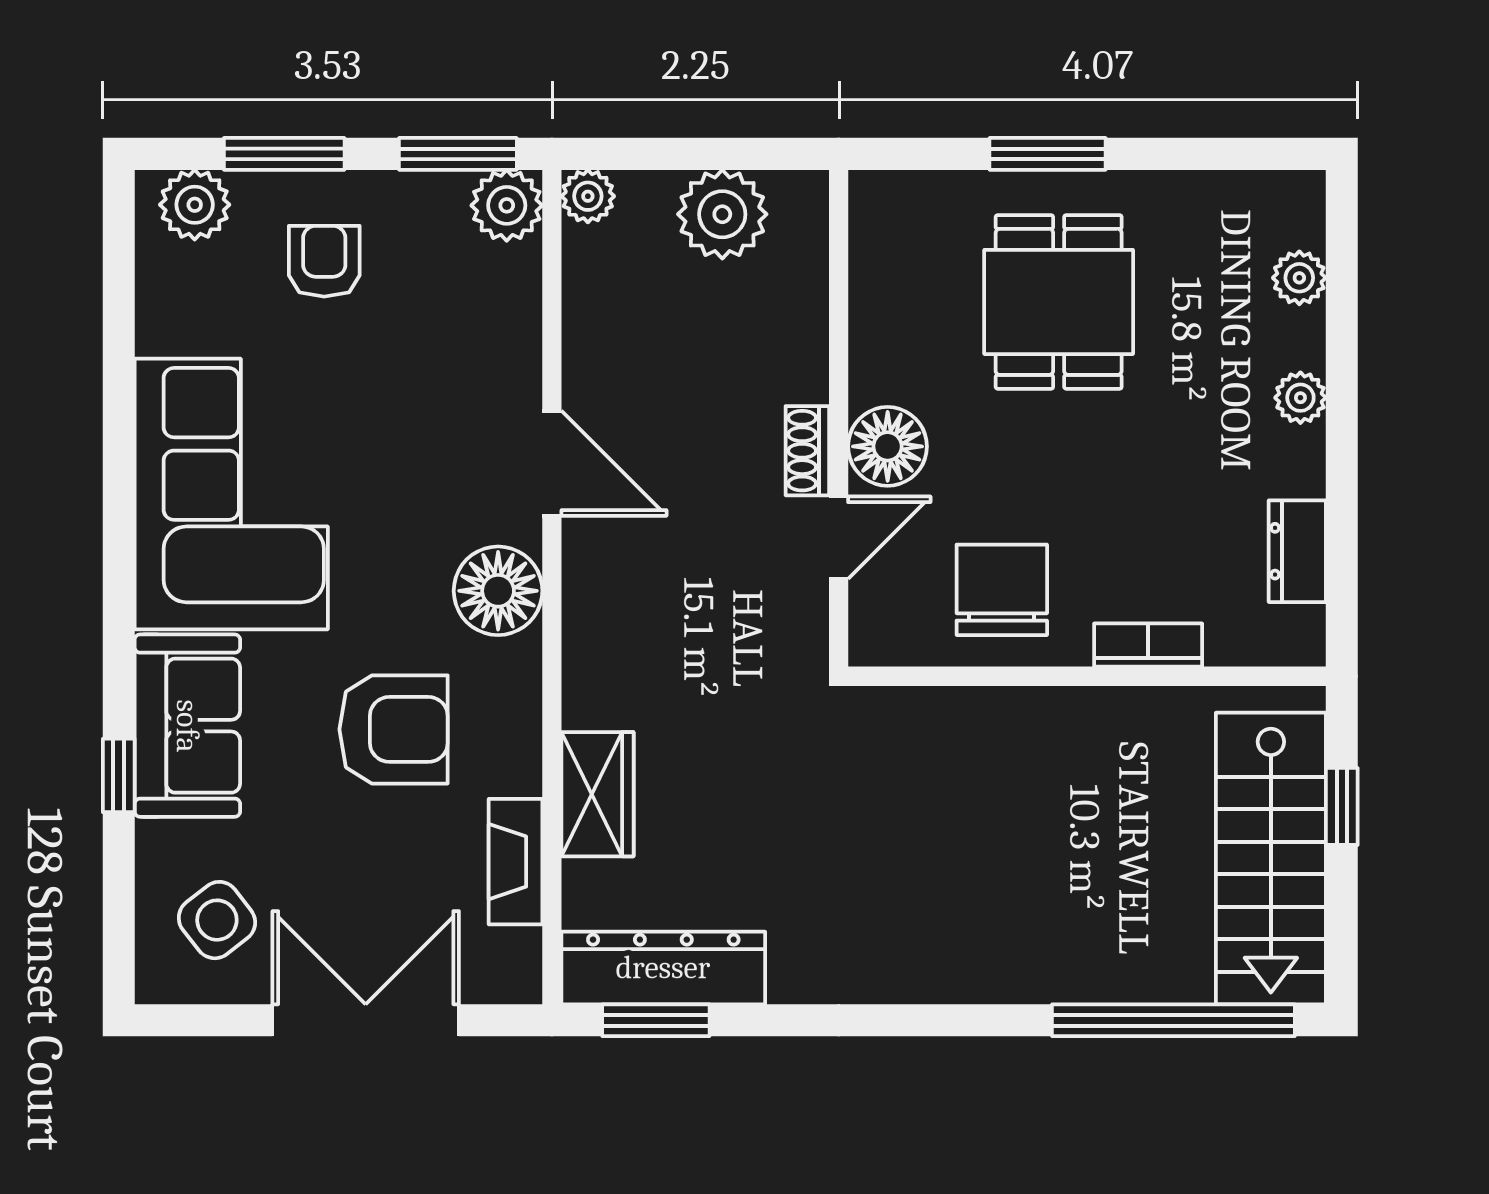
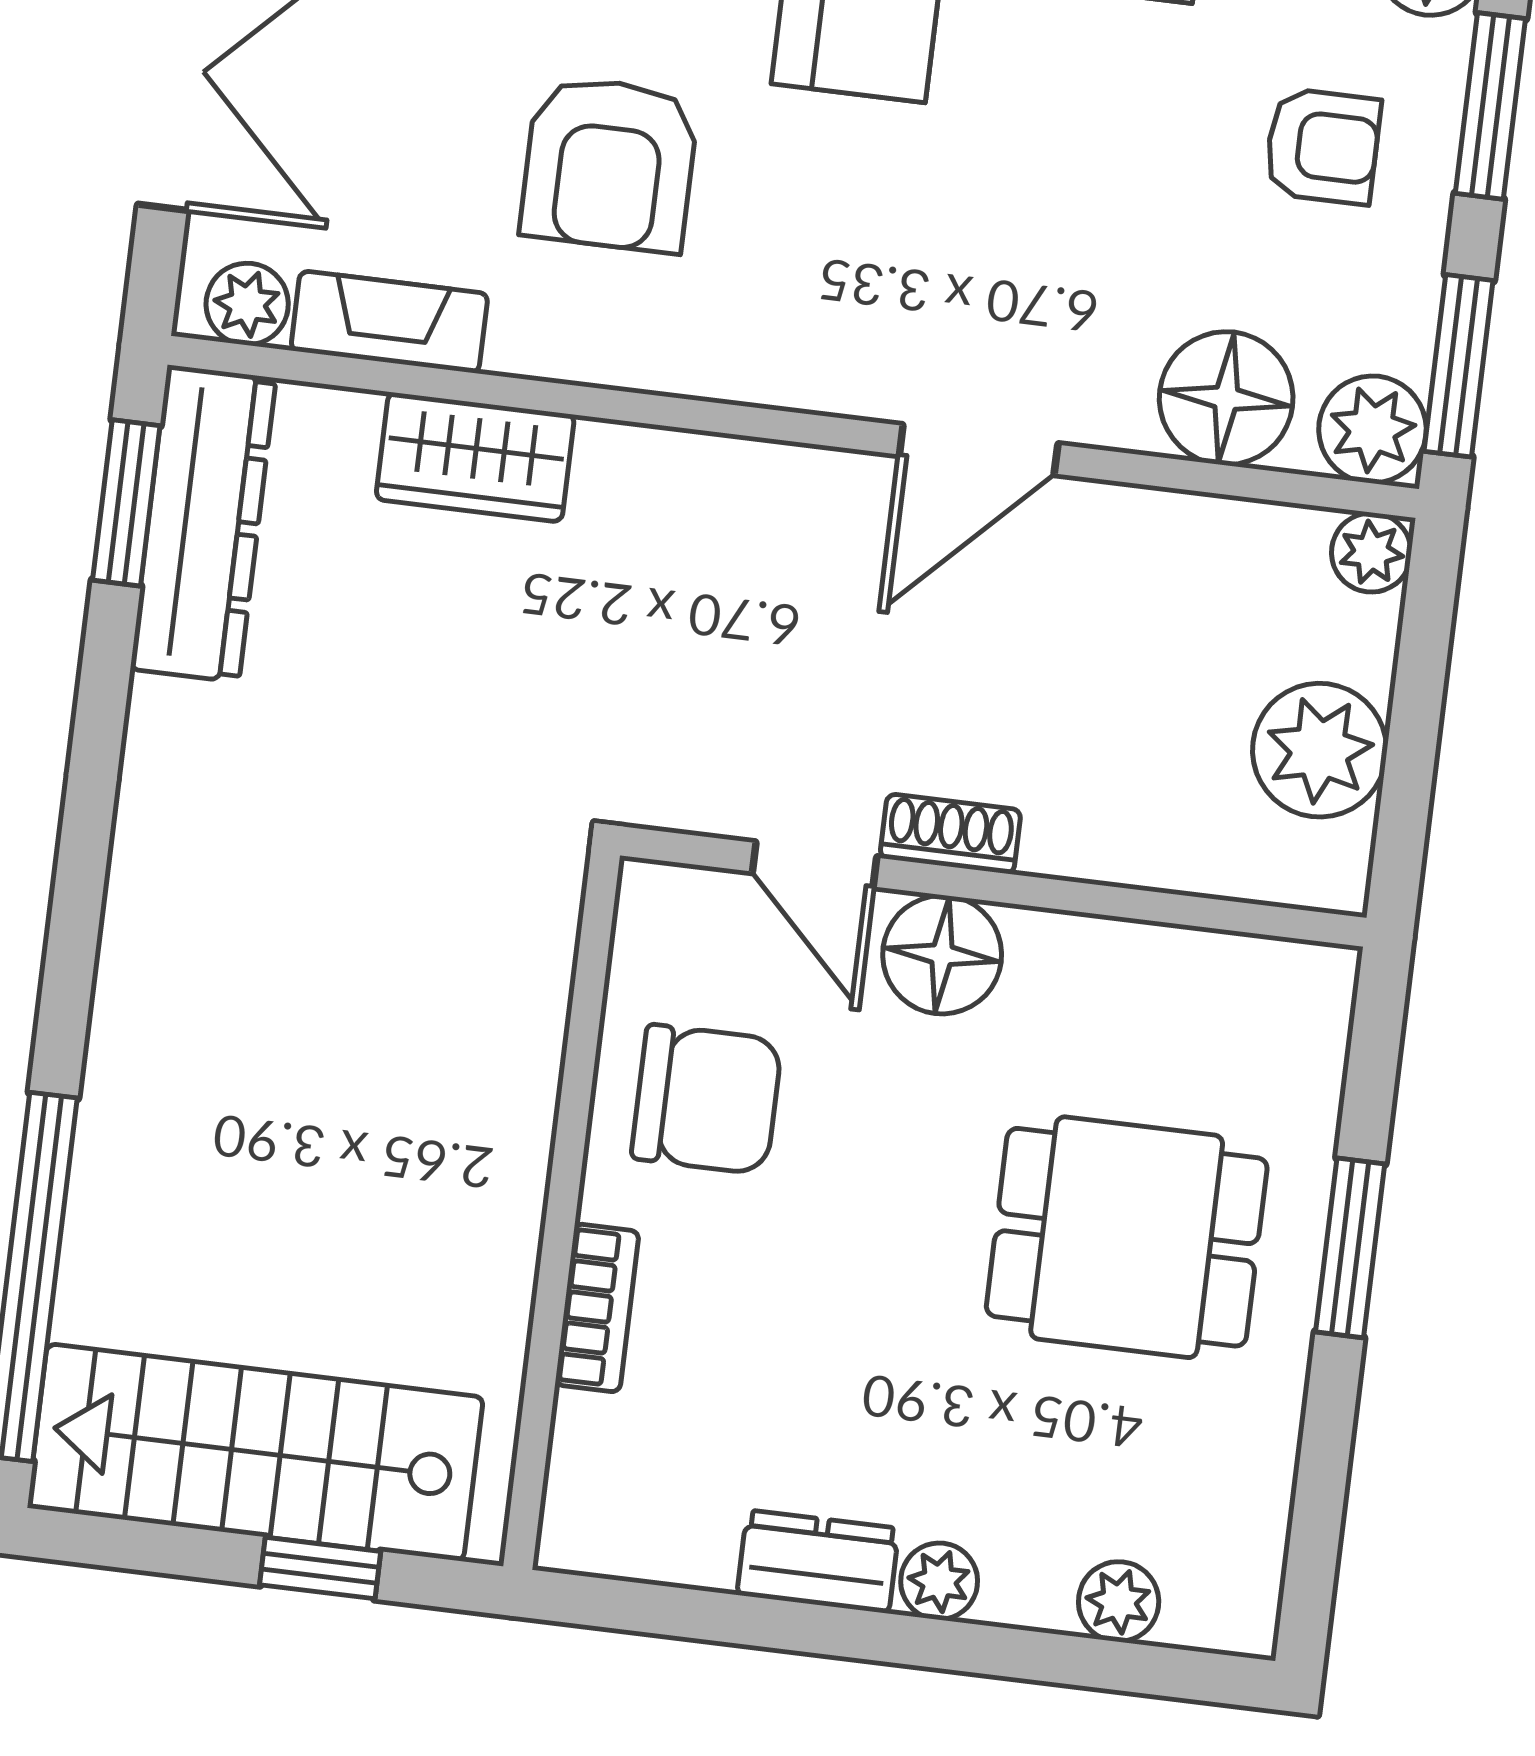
dresser: (1297, 551) -> (818, 1562), moved
floor lamp: (498, 591) -> (1226, 398), moved
plant: (515, 957) -> (247, 304), added

